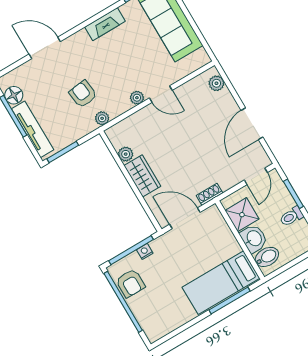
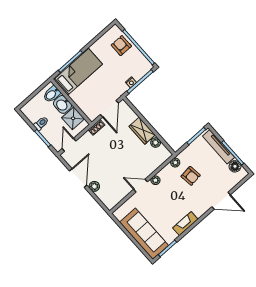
plant: (216, 83) -> (94, 186), moved
door: (185, 218) -> (109, 109), hinge flipped
armchair: (130, 283) -> (121, 46), moved

